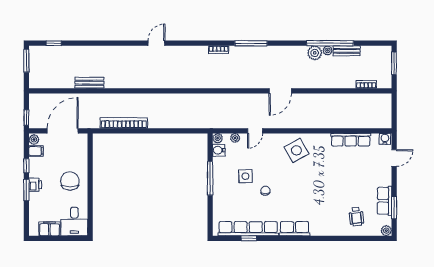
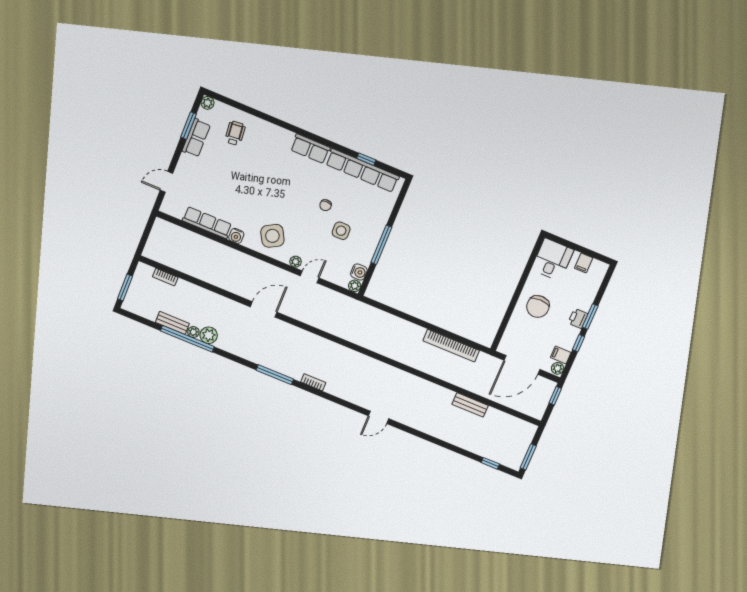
plant: (235, 138) -> (296, 262), moved
water cooler: (385, 139) -> (236, 236), moved
filing cabinet: (49, 229) -> (584, 263), width x0.50

